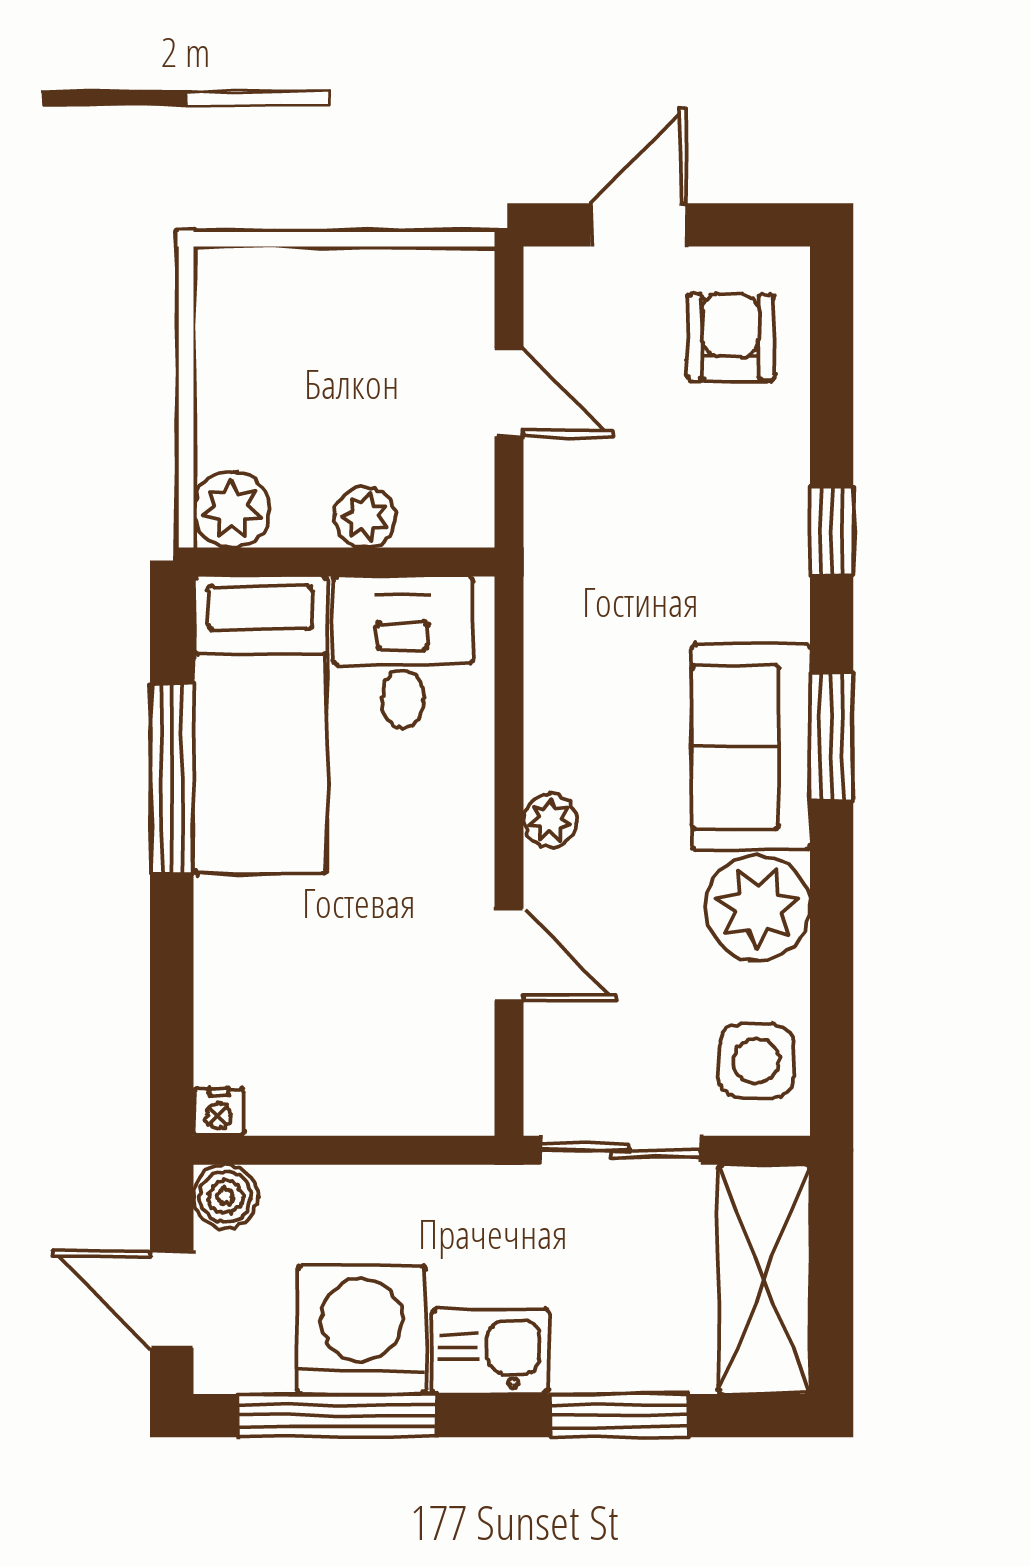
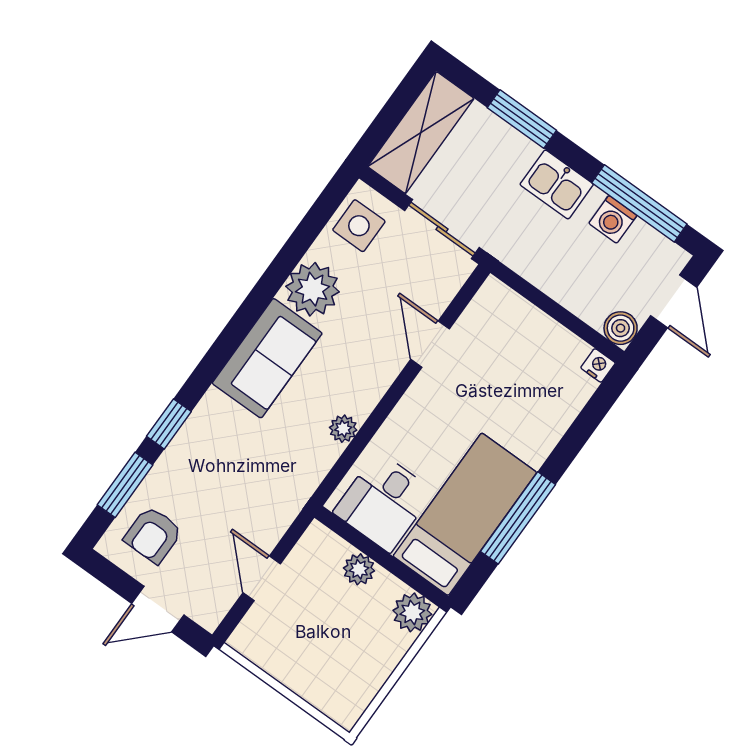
window: (832, 736) -> (125, 485), moved
plant: (550, 821) -> (343, 429), moved
washing machine: (361, 1330) -> (613, 219), width x0.53, depth x0.53

